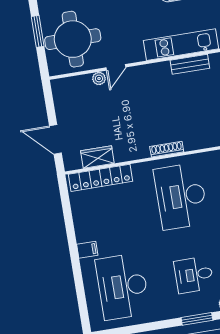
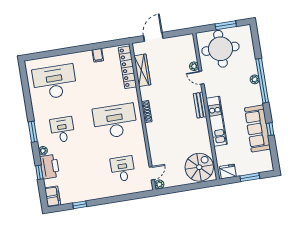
bench: (190, 64) -> (200, 105), moved
wardrobe: (97, 157) -> (142, 70), width x1.50
filing cabinet: (87, 250) -> (98, 55), moved

